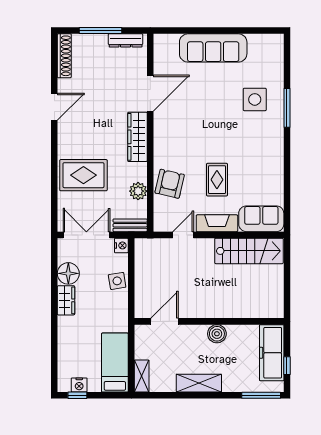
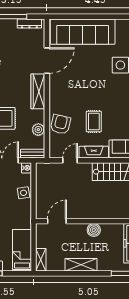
sofa: (213, 48) -> (83, 32), width x1.36, depth x1.27

